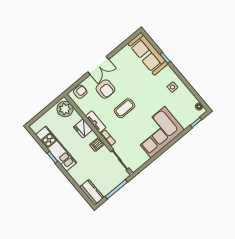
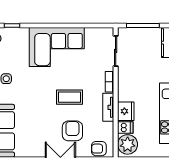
dishwasher: (97, 144) -> (125, 128), moved

